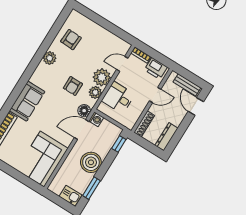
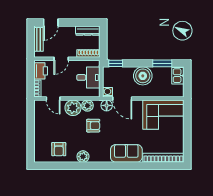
armchair: (71, 40) -> (59, 149), turned -93
door: (155, 95) -> (61, 59), swing flipped
desk: (118, 98) -> (88, 77), moved, turned -90

